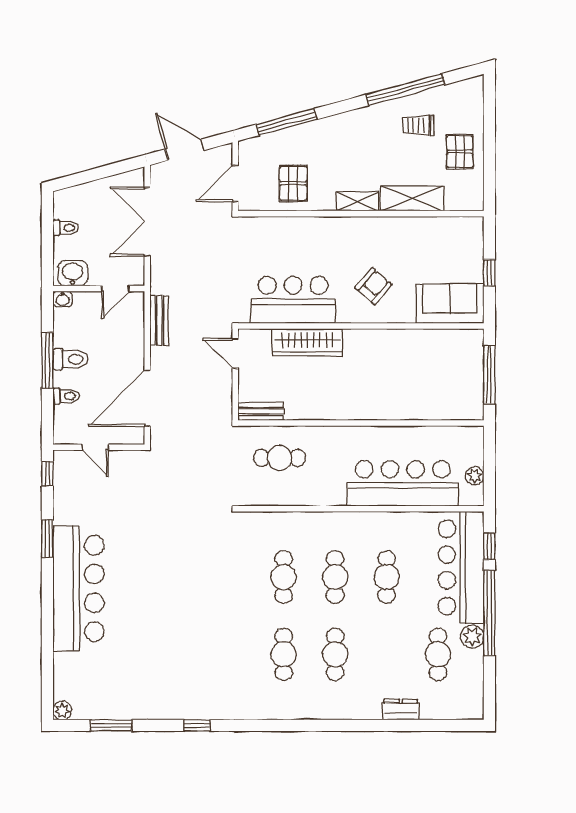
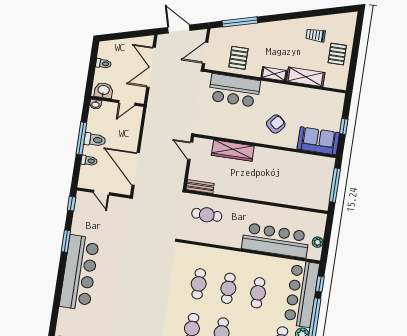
window: (405, 90) -> (311, 14), removed
bar counter: (293, 300) -> (234, 90), moved, turned 180
bench: (159, 321) -> (149, 125), removed
door: (147, 398) -> (136, 169), hinge flipped

